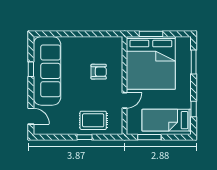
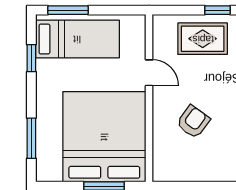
armchair: (99, 72) -> (193, 122), turned 126
door: (125, 100) -> (149, 73), swing flipped
window: (149, 137) -> (68, 10), moved

